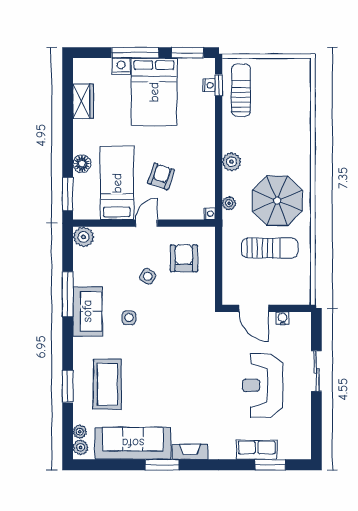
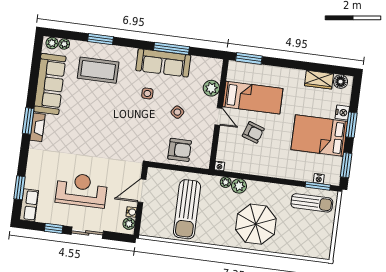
window: (135, 53) -> (351, 125), width x0.69
window: (219, 85) -> (318, 186), width x1.50
plant: (232, 162) -> (239, 186), moved
floor lamp: (82, 164) -> (341, 82), moved
parasol: (277, 201) -> (256, 224), moved
plant: (84, 237) -> (211, 88), moved
sun lounger: (270, 248) -> (187, 209), width x1.36, depth x1.34
armchair: (184, 258) -> (180, 150), moved
sofa: (87, 311) -> (163, 63), width x1.36
plant: (298, 320) -> (129, 224), added
window: (316, 415) -> (54, 228), added
row of seats: (257, 450) -> (29, 205), moved
window: (162, 465) -> (28, 121), moved

